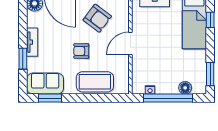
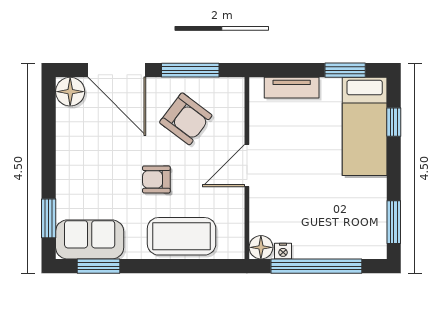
tv unit: (32, 42) -> (66, 163), removed
window: (23, 59) -> (49, 218), moved
floor lamp: (185, 88) -> (261, 247), moved

